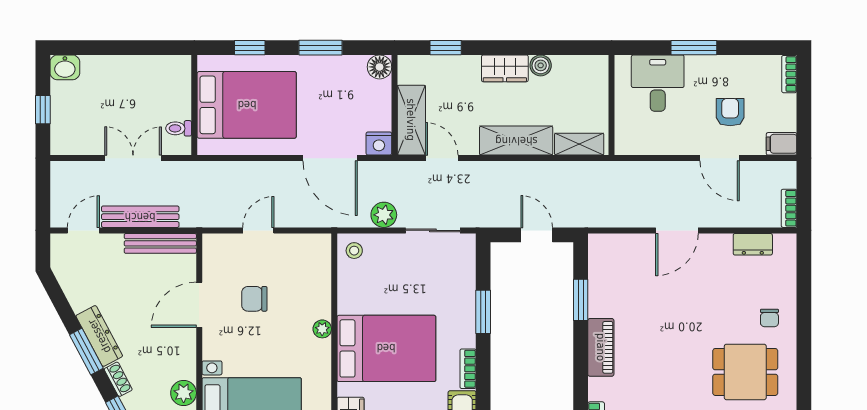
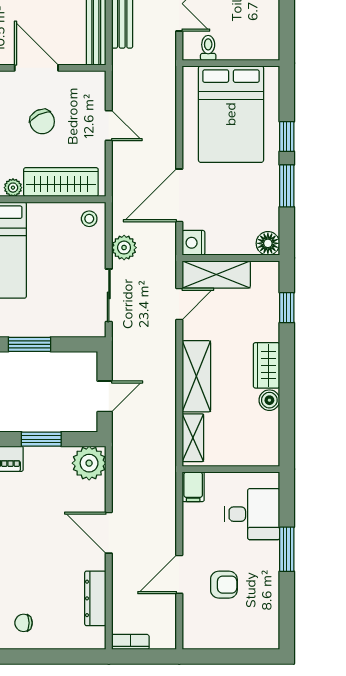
window: (250, 48) -> (287, 137), moved
bookcase: (789, 74) -> (261, 642), removed
filing cabinet: (782, 144) -> (193, 487), moved, turned 180
dresser: (753, 244) -> (95, 598), width x1.44
plant: (605, 251) -> (89, 463), added
wardrobe: (317, 280) -> (61, 182), added
chair: (254, 299) -> (42, 122), turned 153

